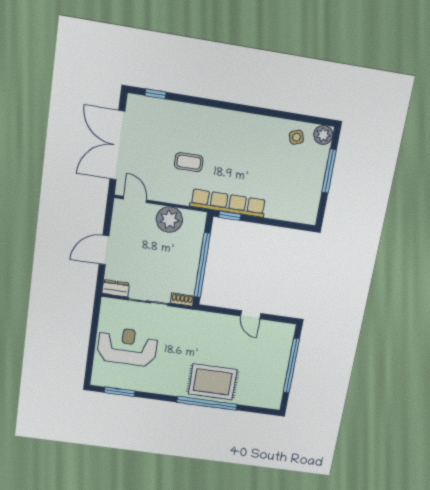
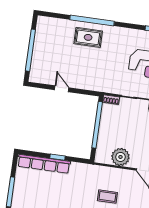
row of seats: (228, 203) -> (44, 164), moved
window: (230, 216) -> (58, 157), moved
rug: (213, 382) -> (88, 37), width x0.73, depth x0.70

